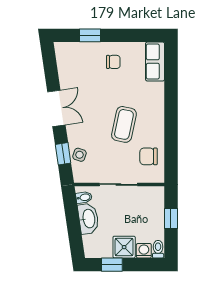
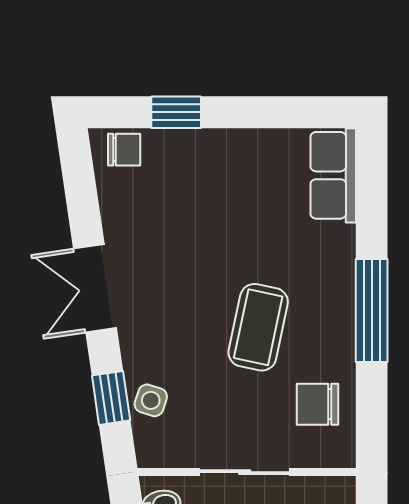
chair: (113, 62) -> (124, 150), moved
double door: (56, 108) -> (95, 288), swing flipped
window: (171, 118) -> (372, 311), added

